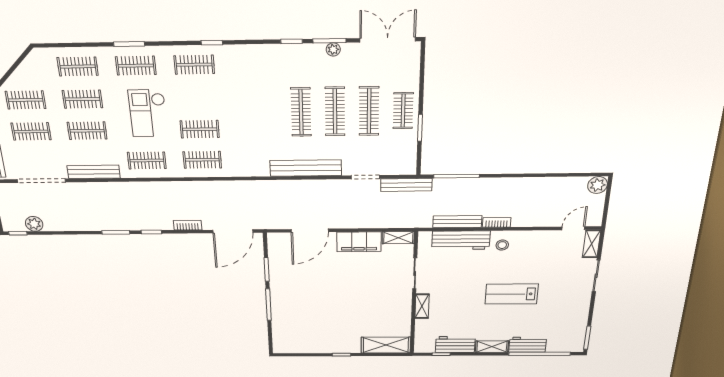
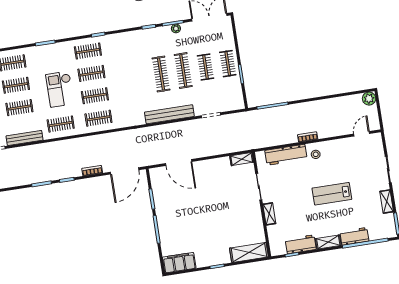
clothes rail: (136, 66) -> (91, 73), moved
clothes rail: (369, 111) -> (206, 67), width x0.73
bench: (406, 185) -> (240, 117), removed
bench: (457, 222) -> (280, 140), removed
door: (310, 231) -> (179, 162), hinge flipped
filing cabinet: (359, 242) -> (179, 263), moved, turned 180
shelving: (592, 244) -> (387, 202), moved

